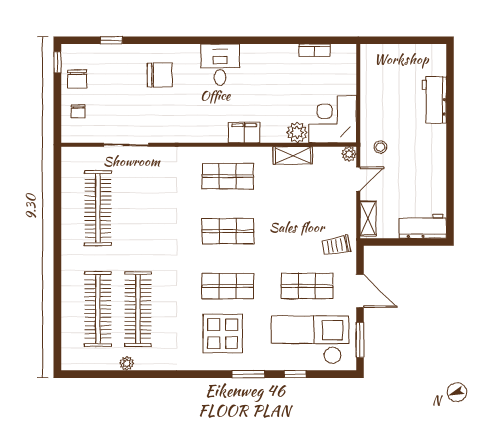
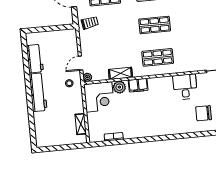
desk: (220, 65) -> (185, 87), moved, turned 180
workbench: (434, 100) -> (38, 92), moved, width x1.37
filing cabinet: (244, 133) -> (138, 85), moved
shelving: (368, 218) -> (81, 124), moved
workbench: (423, 226) -> (35, 59), moved, turned -90

